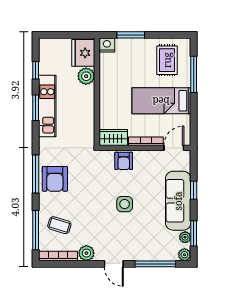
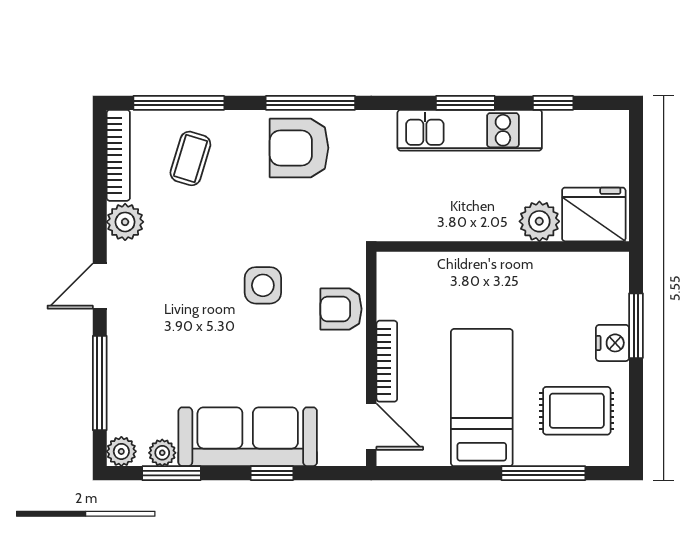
nightstand: (107, 45) -> (612, 343), moved
wardrobe: (113, 138) -> (396, 285), removed
side table: (125, 204) -> (263, 285), moved

